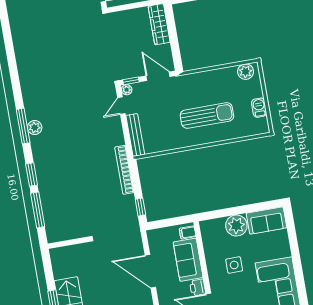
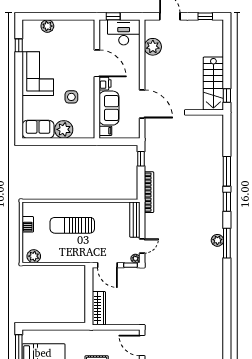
wall: (68, 243) -> (207, 112), moved

